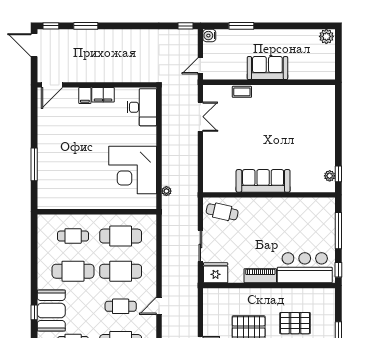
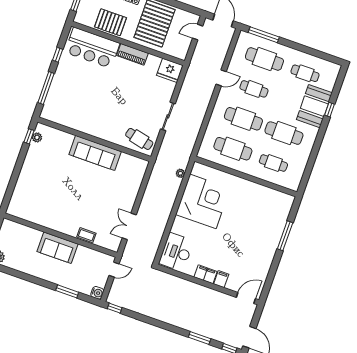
bar counter: (305, 268) -> (92, 48), moved
fridge: (216, 273) -> (170, 70), moved
piano: (260, 276) -> (132, 54), moved
wall: (269, 286) -> (128, 43), moved

